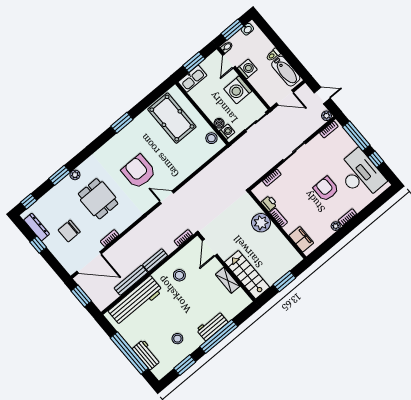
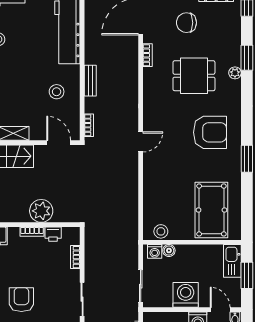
pool table: (172, 118) -> (211, 210), turned 90
armchair: (139, 172) -> (210, 132), moved
armchair: (326, 189) -> (21, 300), turned -90
chair: (69, 231) -> (186, 23), turned -90
bench: (131, 280) -> (90, 42), removed

